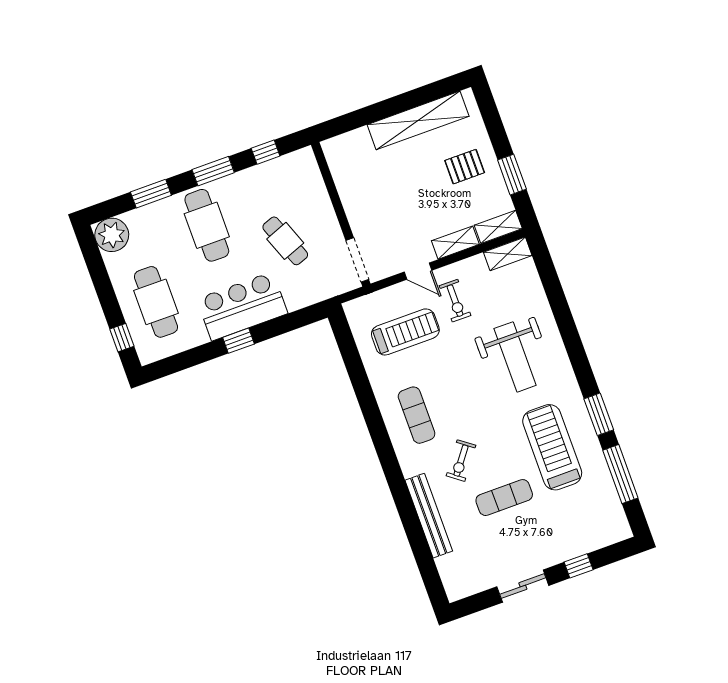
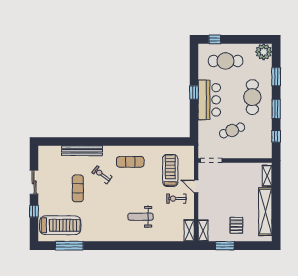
cafe table: (207, 225) -> (252, 97), turned 90
shelving: (455, 243) -> (267, 176), moved
door: (418, 271) -> (196, 186), hinge flipped
treadmill: (405, 332) -> (170, 171), turned 180
weight bench: (515, 357) -> (141, 217), width x0.73, depth x0.75
window: (599, 414) -> (100, 246), removed
treadmill: (552, 447) -> (60, 225), moved

